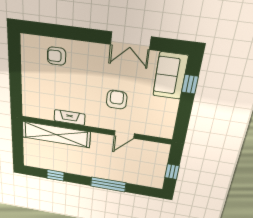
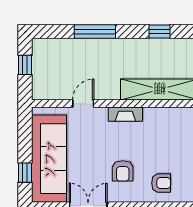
sofa: (170, 76) -> (49, 159), width x1.85, depth x1.27
armchair: (117, 100) -> (123, 171), moved
fireplace: (70, 118) -> (125, 114), moved

